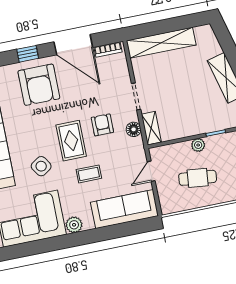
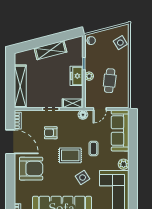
door: (73, 45) -> (10, 142), hinge flipped
window: (28, 54) -> (10, 172), removed
armchair: (102, 125) -> (51, 133), moved
freezer: (195, 126) -> (77, 76), added
floor lamp: (134, 129) -> (83, 115), moved
door: (151, 171) -> (100, 109), hinge flipped

